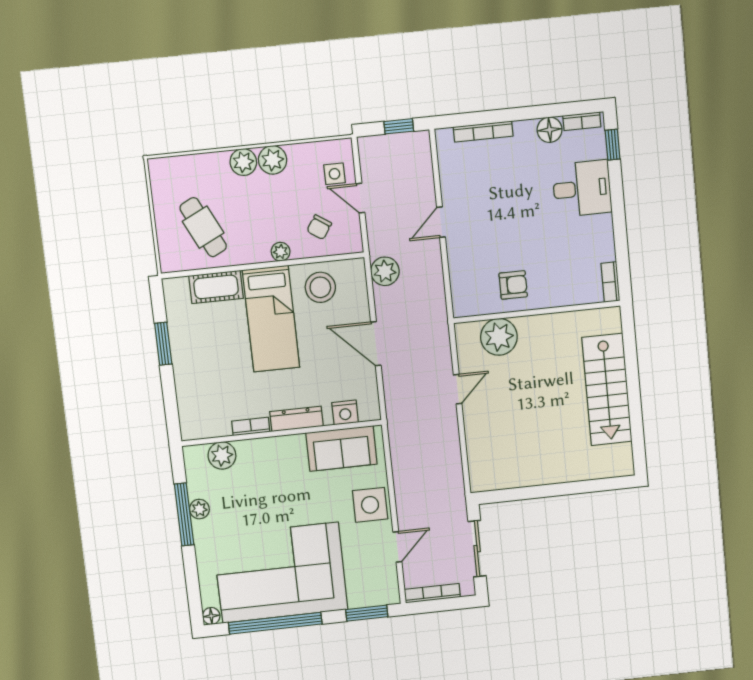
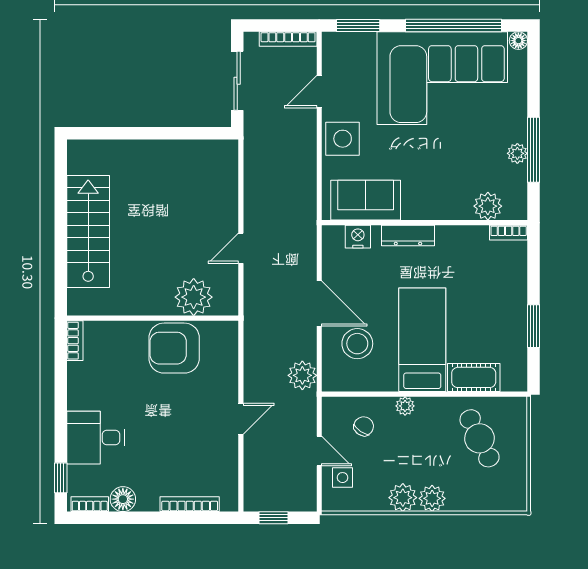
armchair: (513, 285) -> (174, 348), width x1.88, depth x1.88
stool: (320, 287) -> (357, 344), moved
bookcase: (251, 426) -> (509, 233), moved

